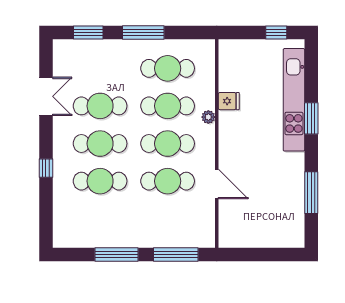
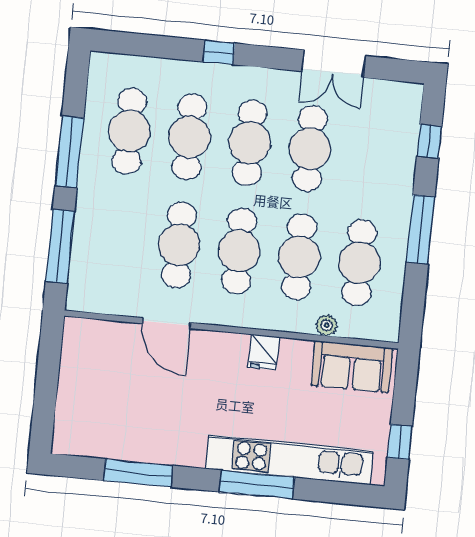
window: (88, 32) -> (429, 141), width x0.67
sofa: (232, 67) -> (352, 367), added
fridge: (229, 101) -> (264, 352), moved
plant: (208, 117) -> (327, 325), moved
window: (311, 118) -> (257, 485), width x1.44
door: (217, 184) -> (167, 323), hinge flipped
cafe table: (100, 219) -> (129, 131), added

